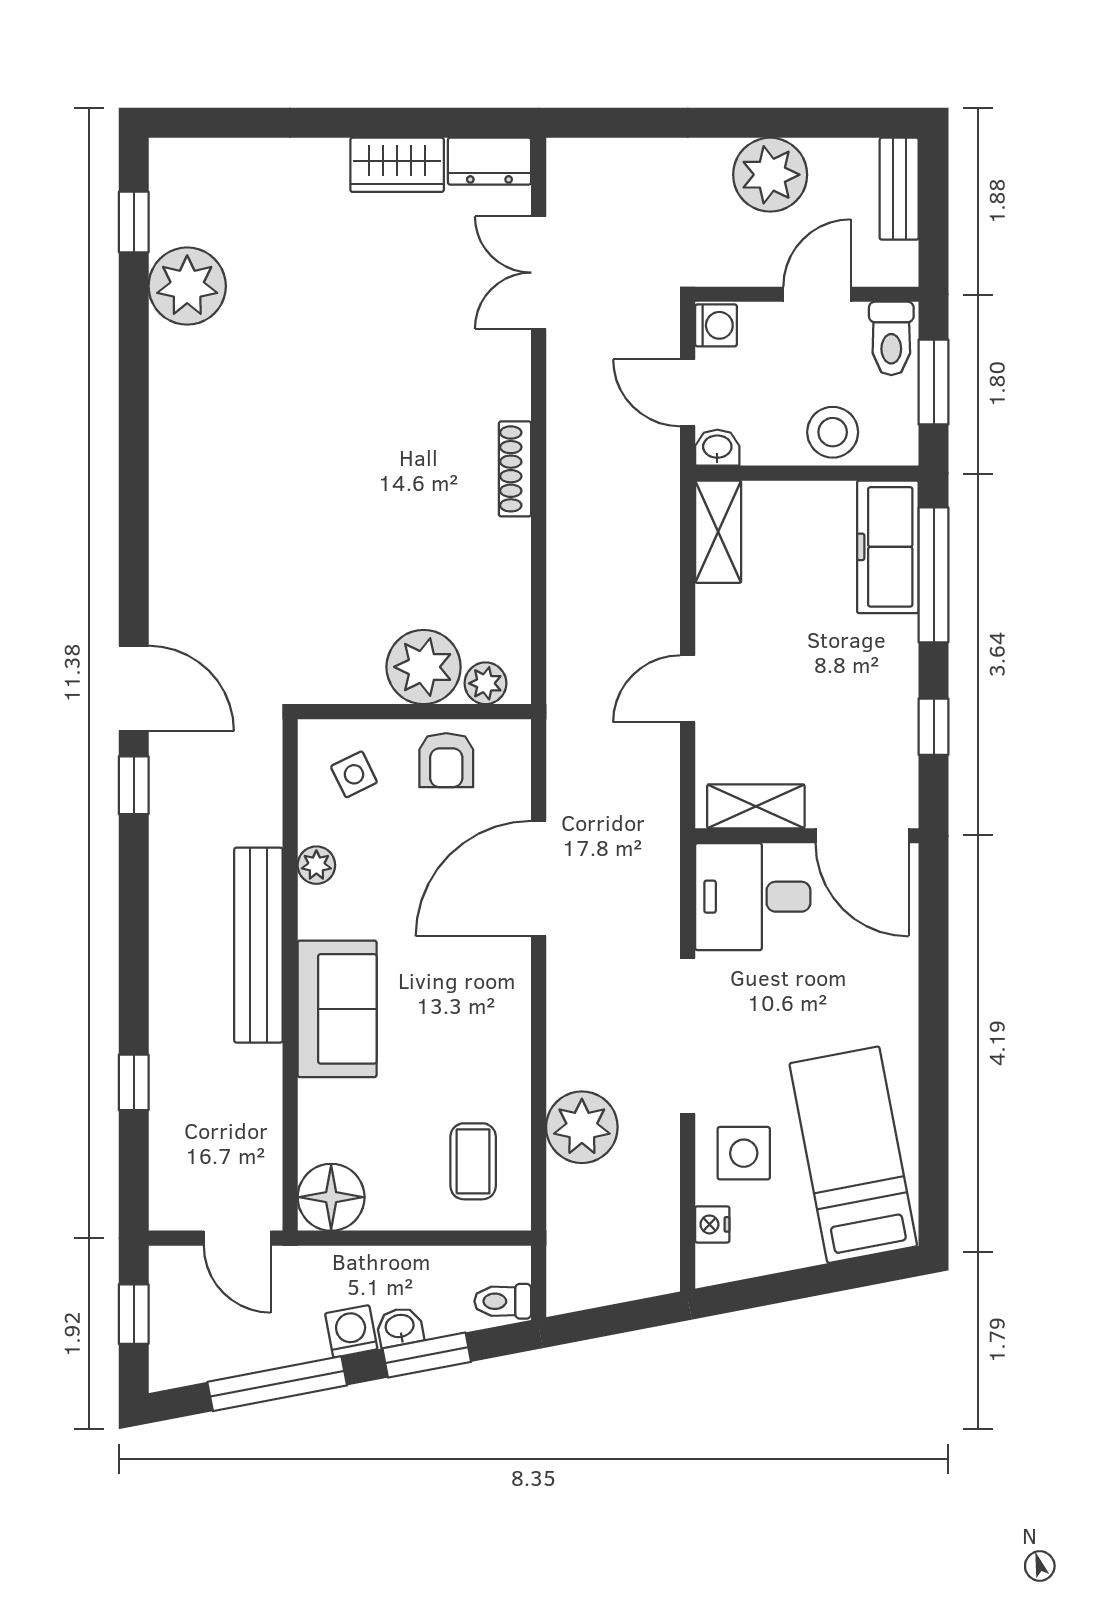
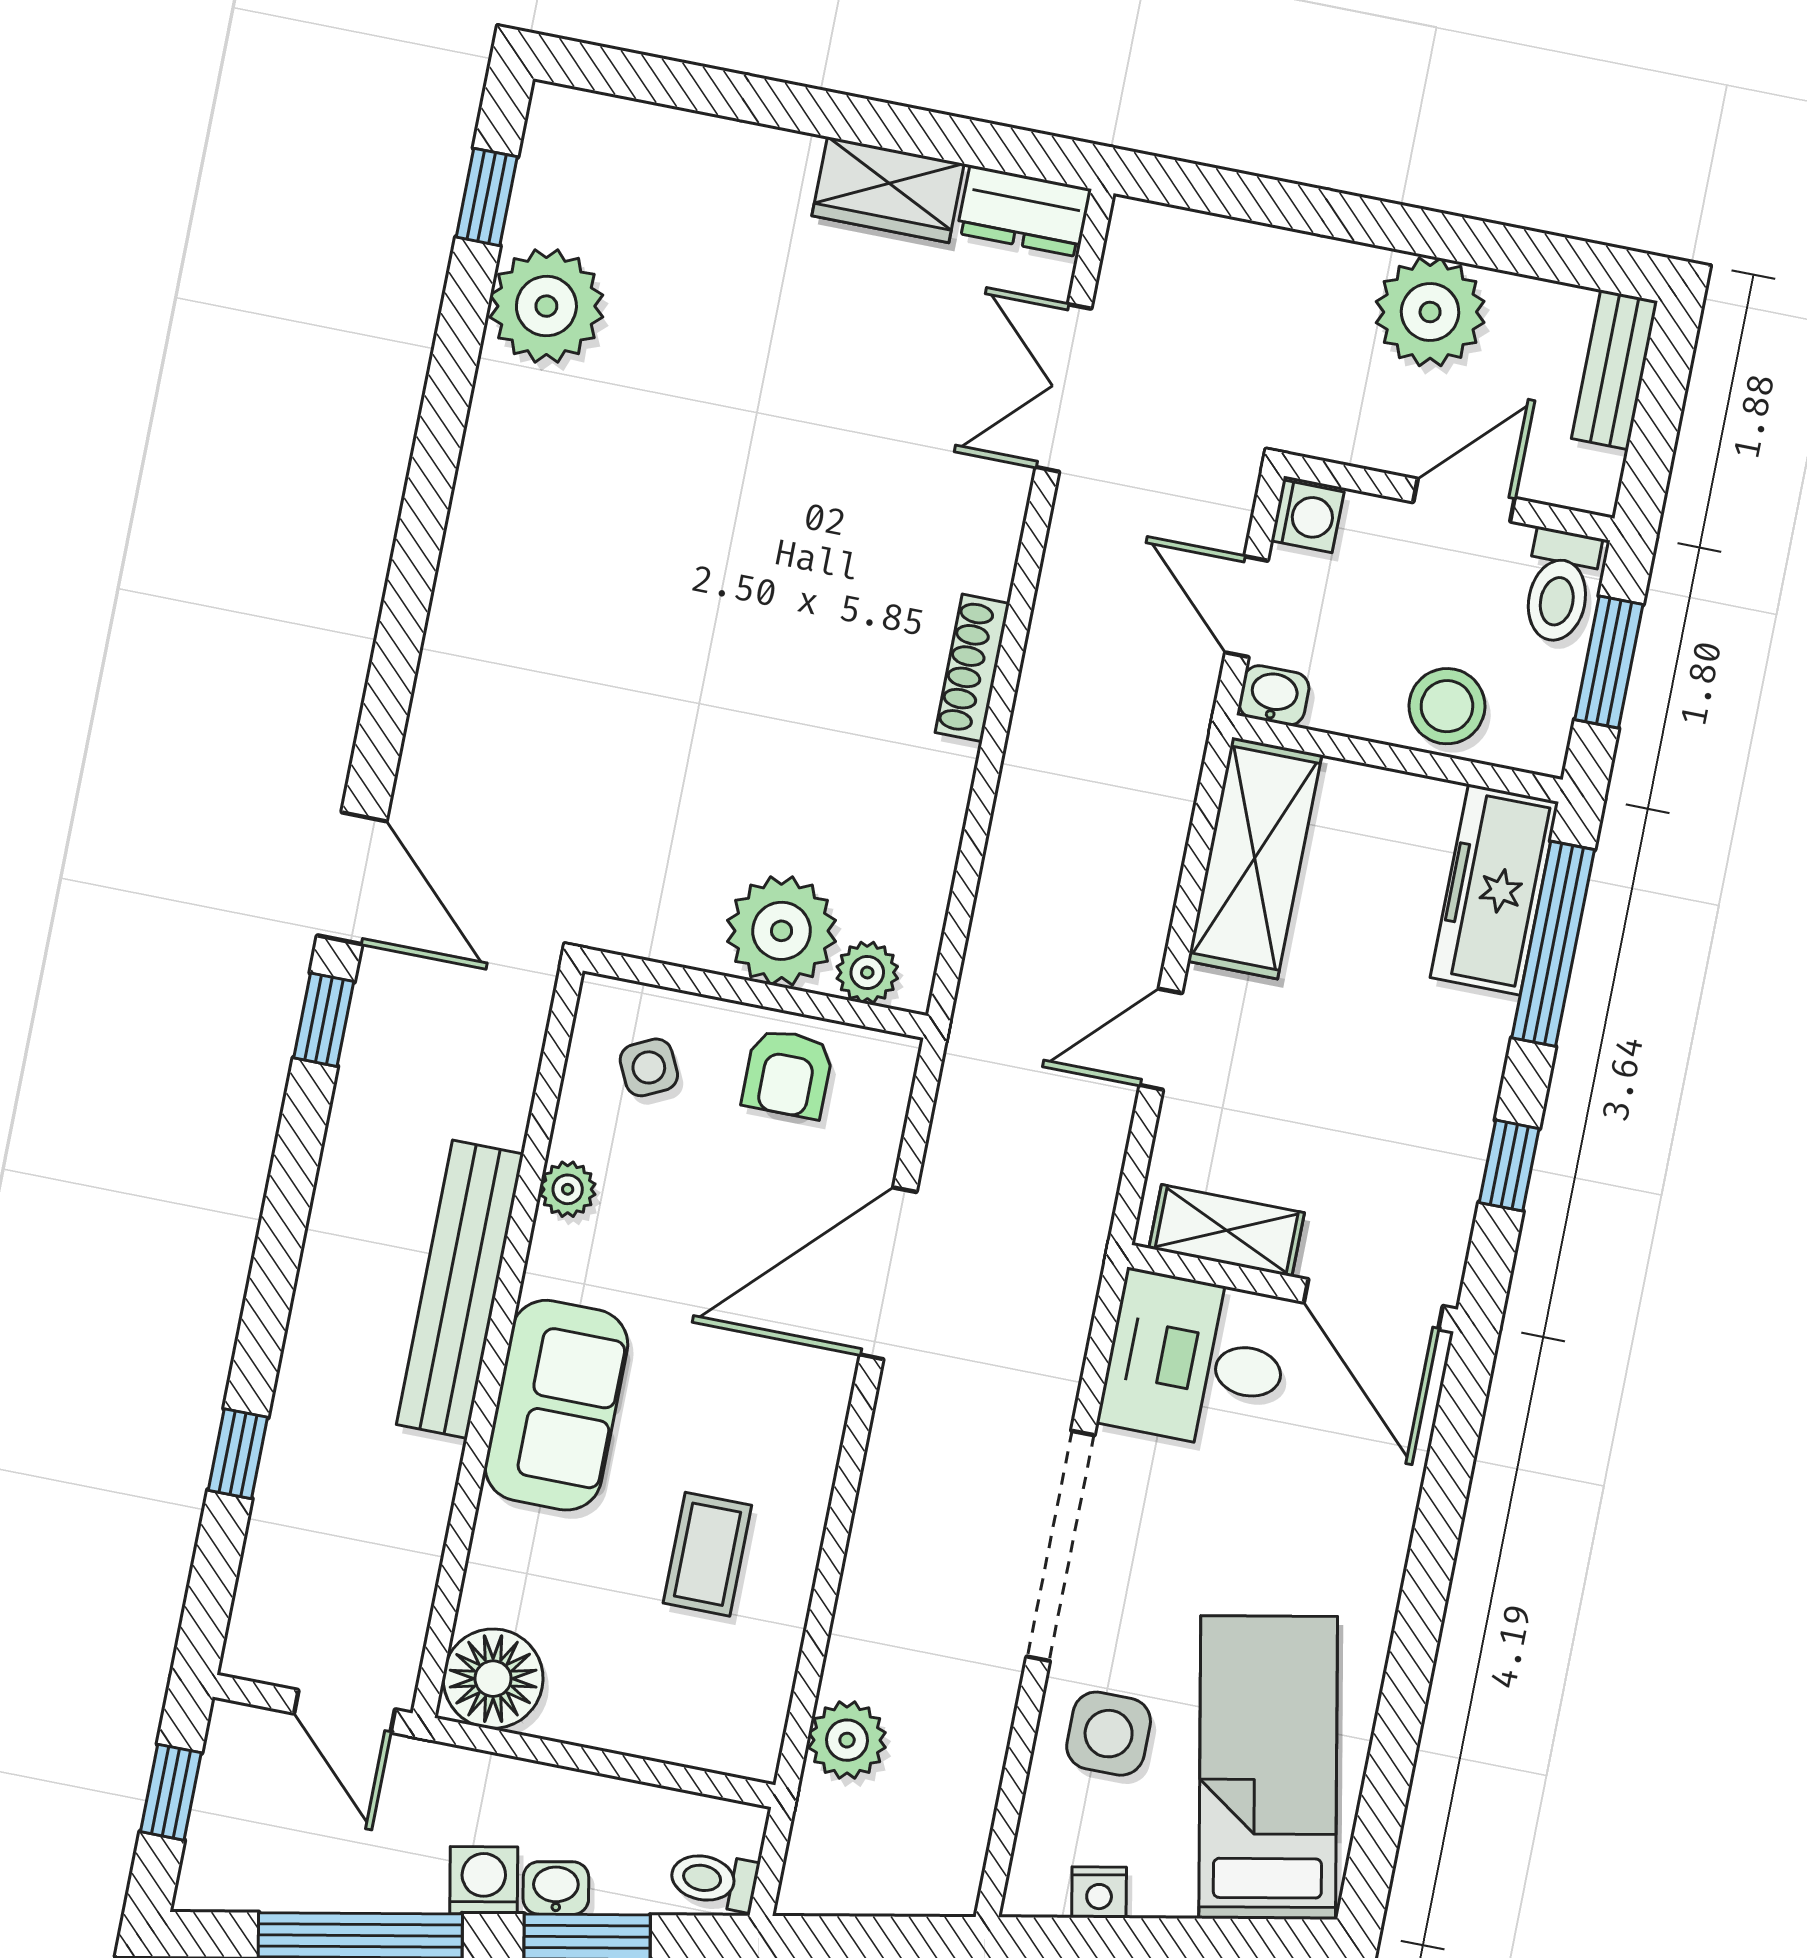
shelving: (718, 532) -> (1255, 858), width x1.50, depth x1.33
plant: (582, 1127) -> (847, 1740), moved, width x0.73, depth x0.73
coffee table: (473, 1161) -> (707, 1554), moved
nightstand: (712, 1224) -> (1099, 1892), moved, turned -101

